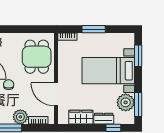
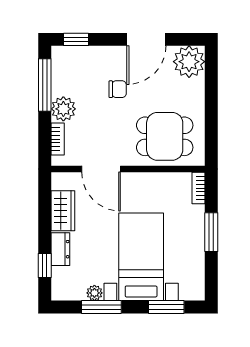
door: (56, 94) -> (101, 169), swing flipped
plant: (126, 102) -> (94, 293), width x0.53, depth x0.53
window: (138, 105) -> (101, 307), moved

